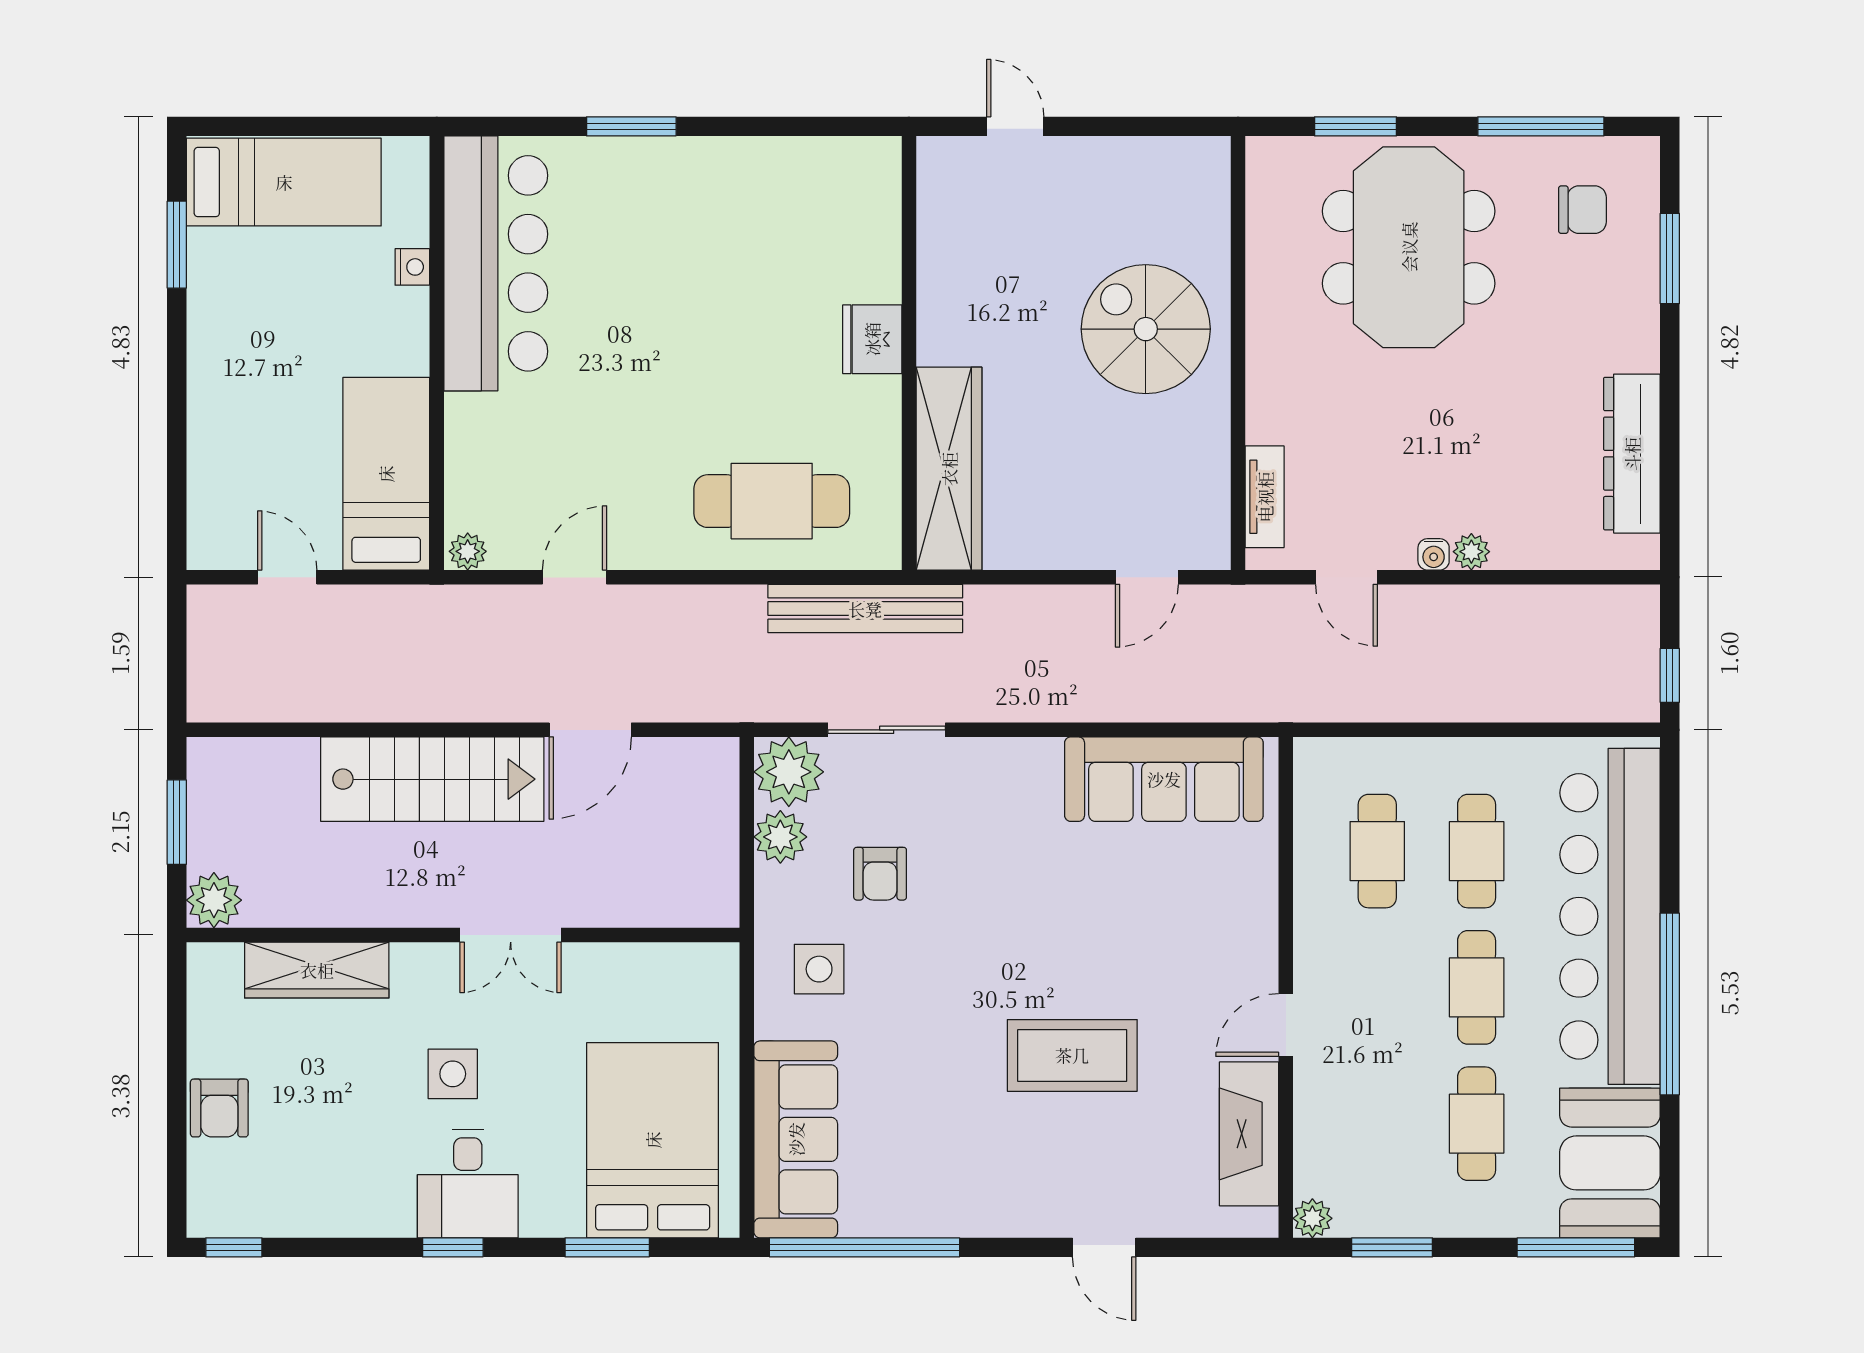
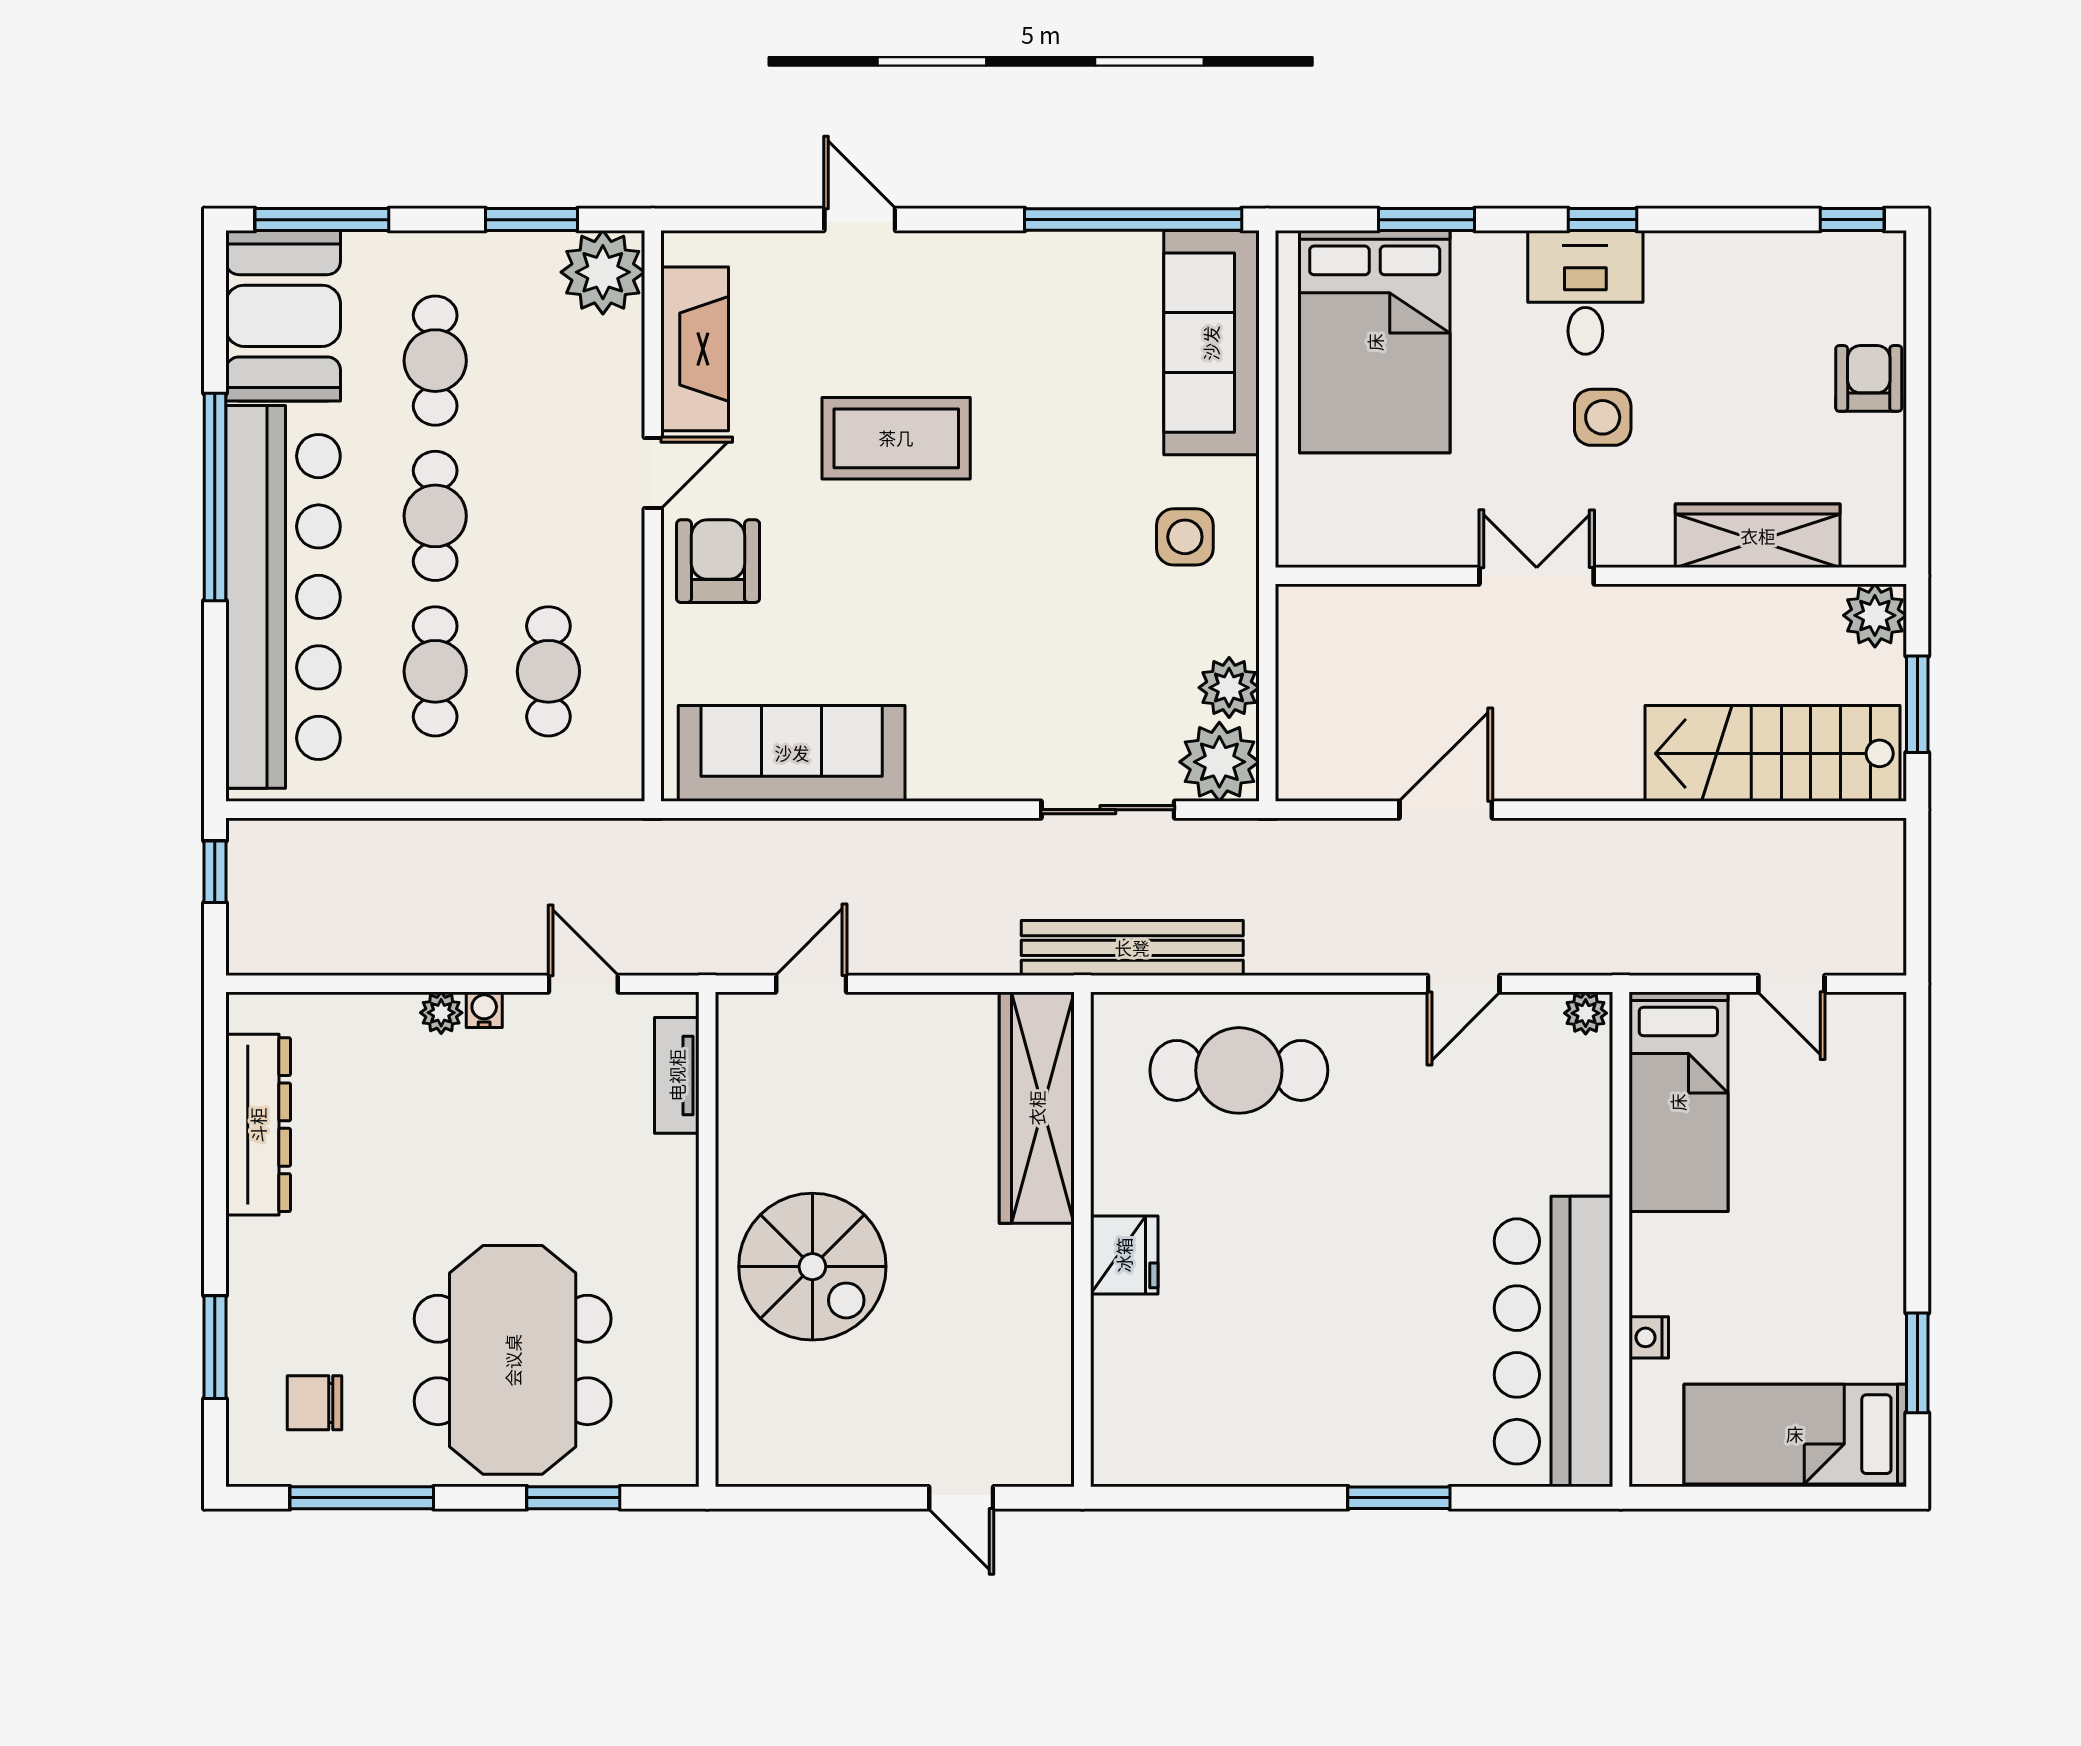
stairs: (432, 779) -> (1773, 753), moved
armchair: (880, 874) -> (718, 561), moved, width x1.38, depth x1.38
plant: (1312, 1218) -> (603, 272), width x1.87, depth x1.87

